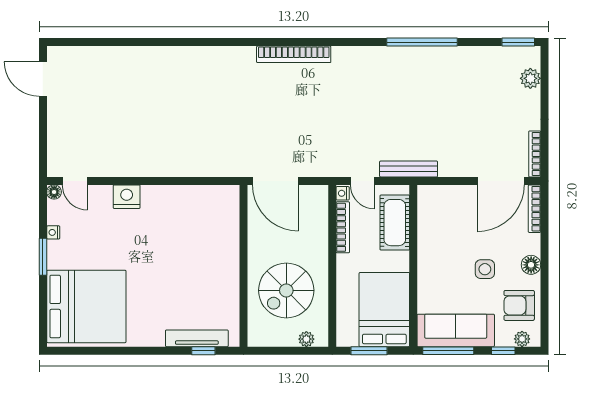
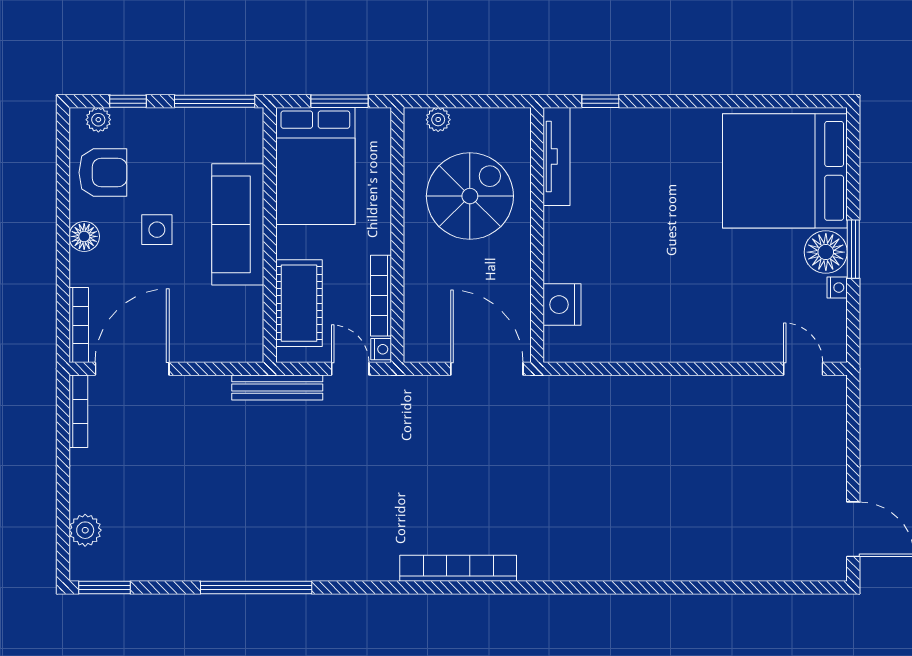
floor lamp: (54, 192) -> (826, 252), moved, width x1.89, depth x1.89
nightstand: (127, 197) -> (562, 305), moved, turned 90
sofa: (456, 330) -> (238, 224), moved, turned 90
tv unit: (197, 338) -> (557, 157), moved, turned -90

